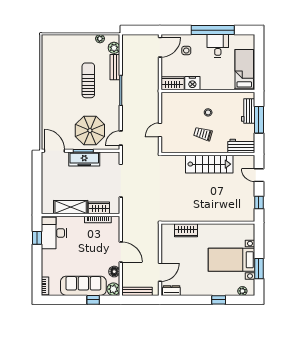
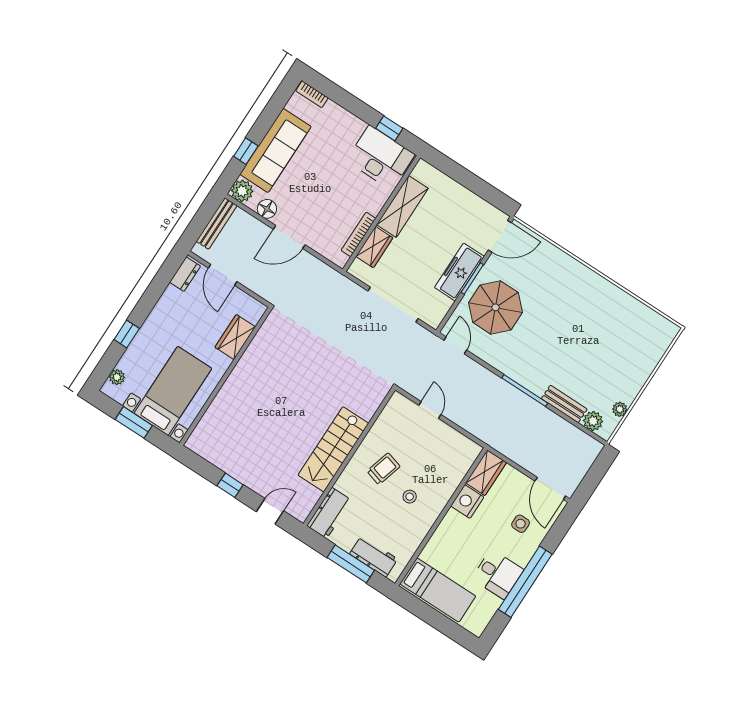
sun lounger: (88, 80) -> (570, 353), removed
wall: (208, 223) -> (226, 376), moved
wardrobe: (186, 230) -> (235, 337), moved

